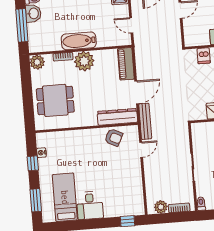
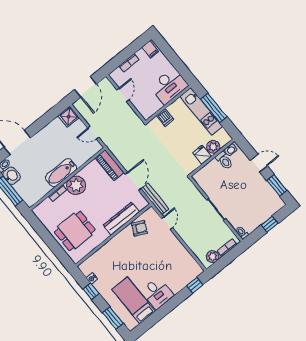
plant: (37, 62) -> (40, 211), removed
dresser: (117, 117) -> (121, 219), moved

